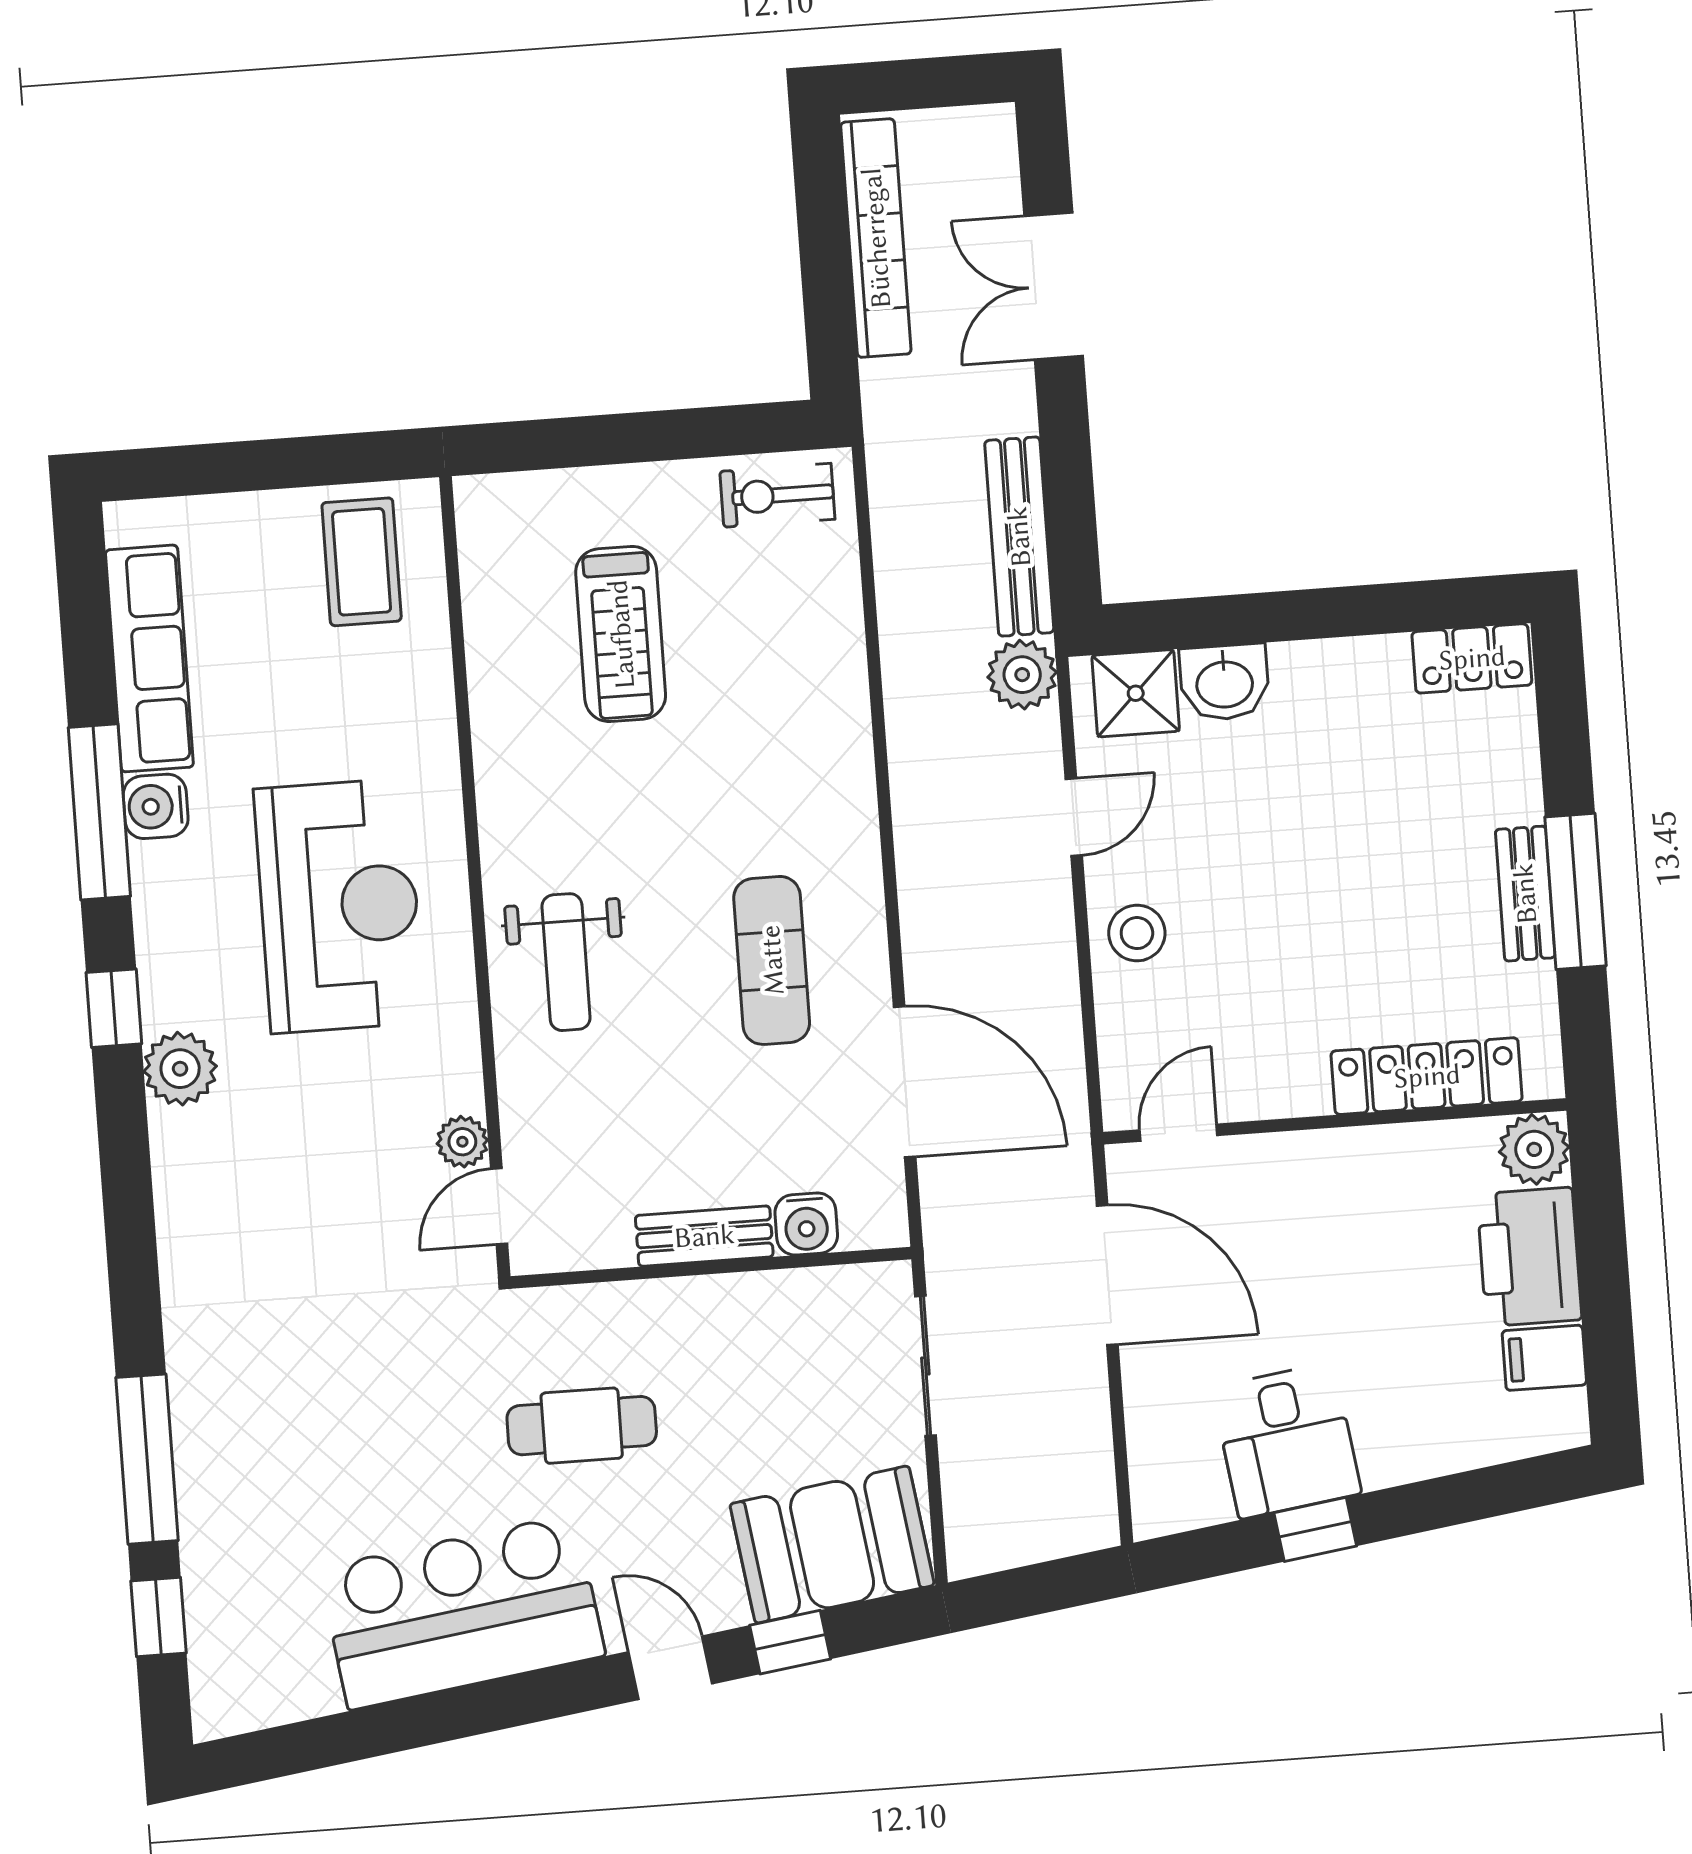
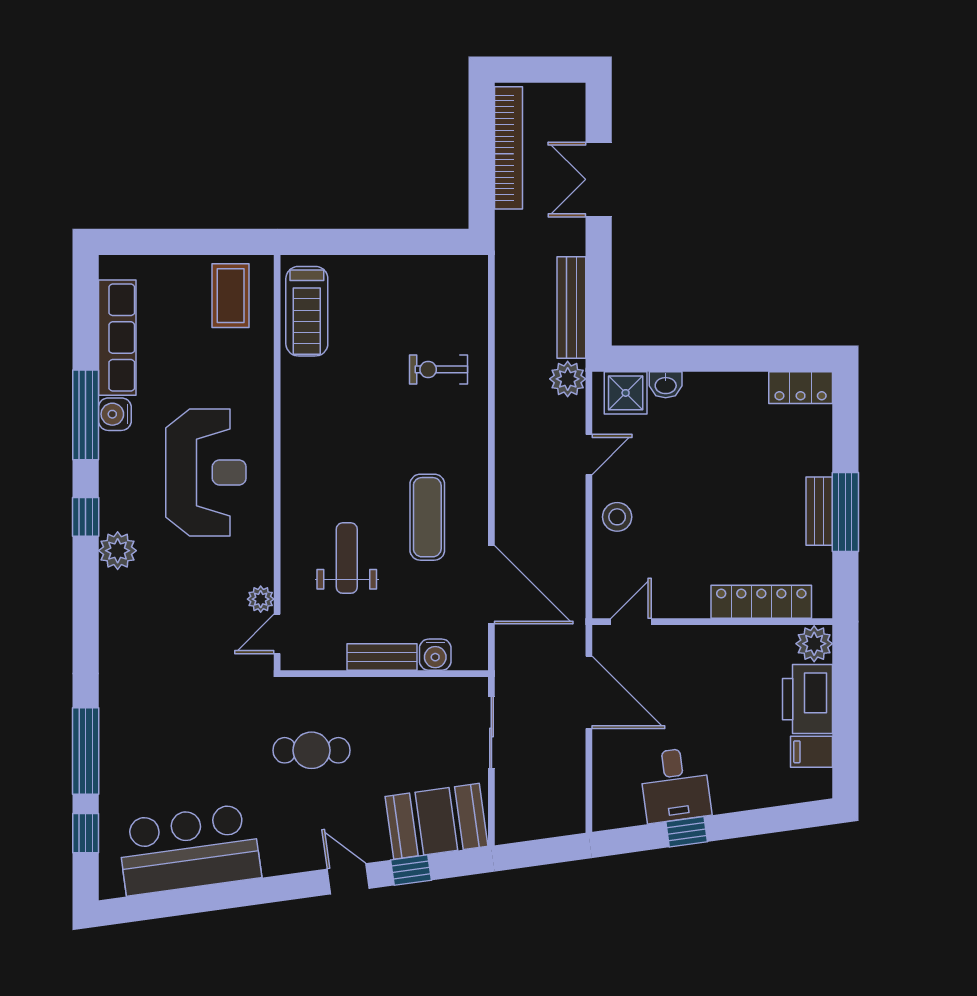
exercise bike: (777, 495) -> (439, 369), moved
treadmill: (621, 634) -> (307, 311), moved
washbasin: (1224, 682) -> (666, 385), width x0.72, depth x0.69
weight bench: (566, 962) -> (347, 558), moved, turned 180
bar counter: (462, 1612) -> (189, 850), moved

